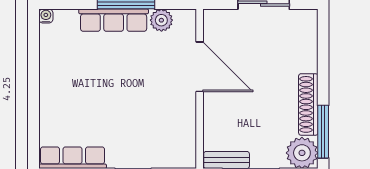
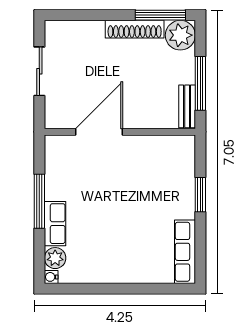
row of seats: (114, 20) -> (55, 224), width x0.68
plant: (161, 20) -> (55, 258), moved

